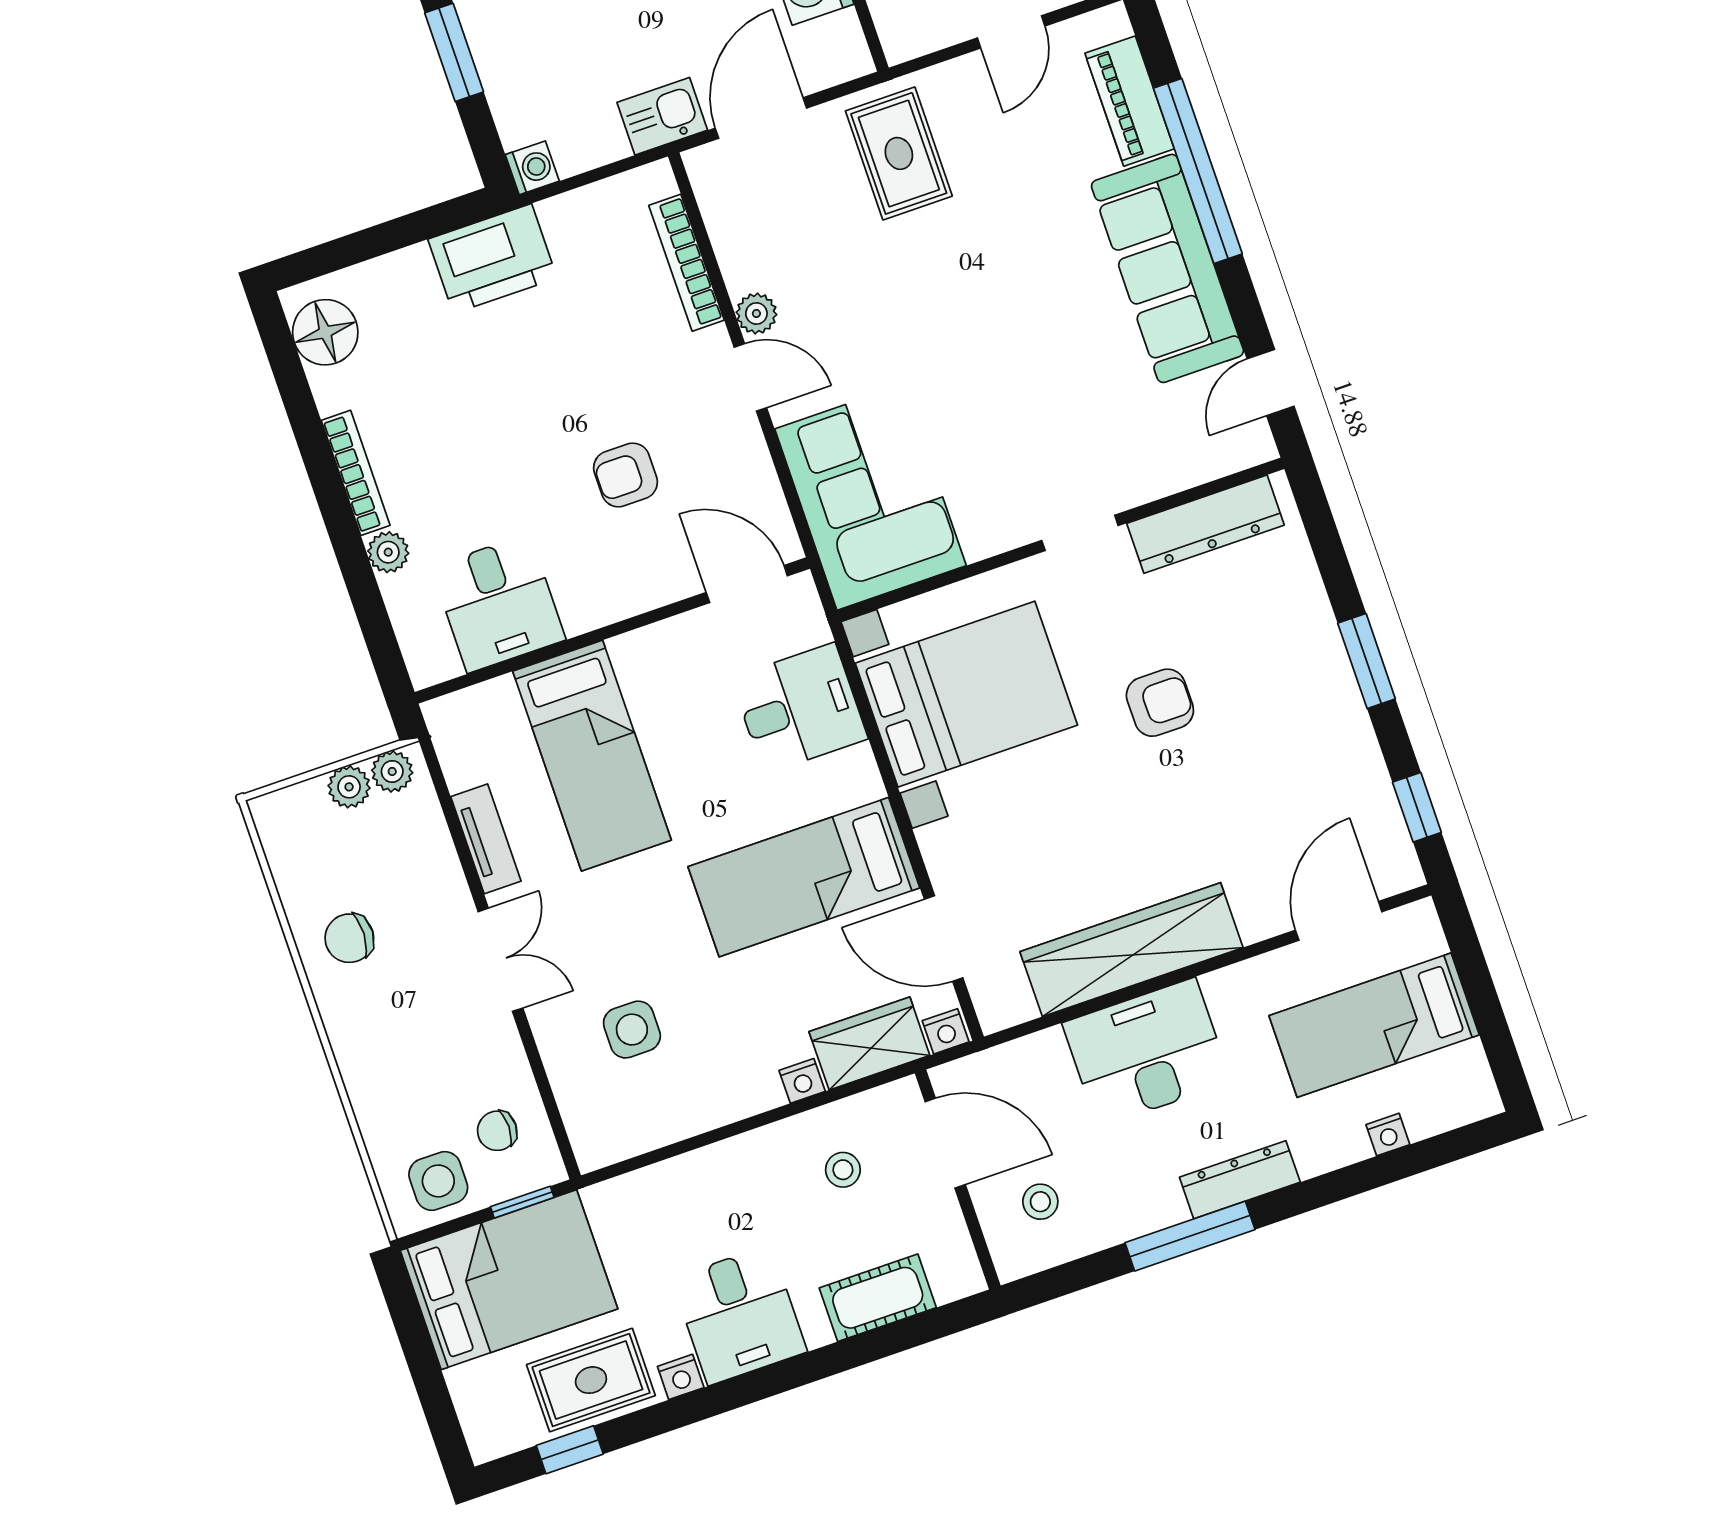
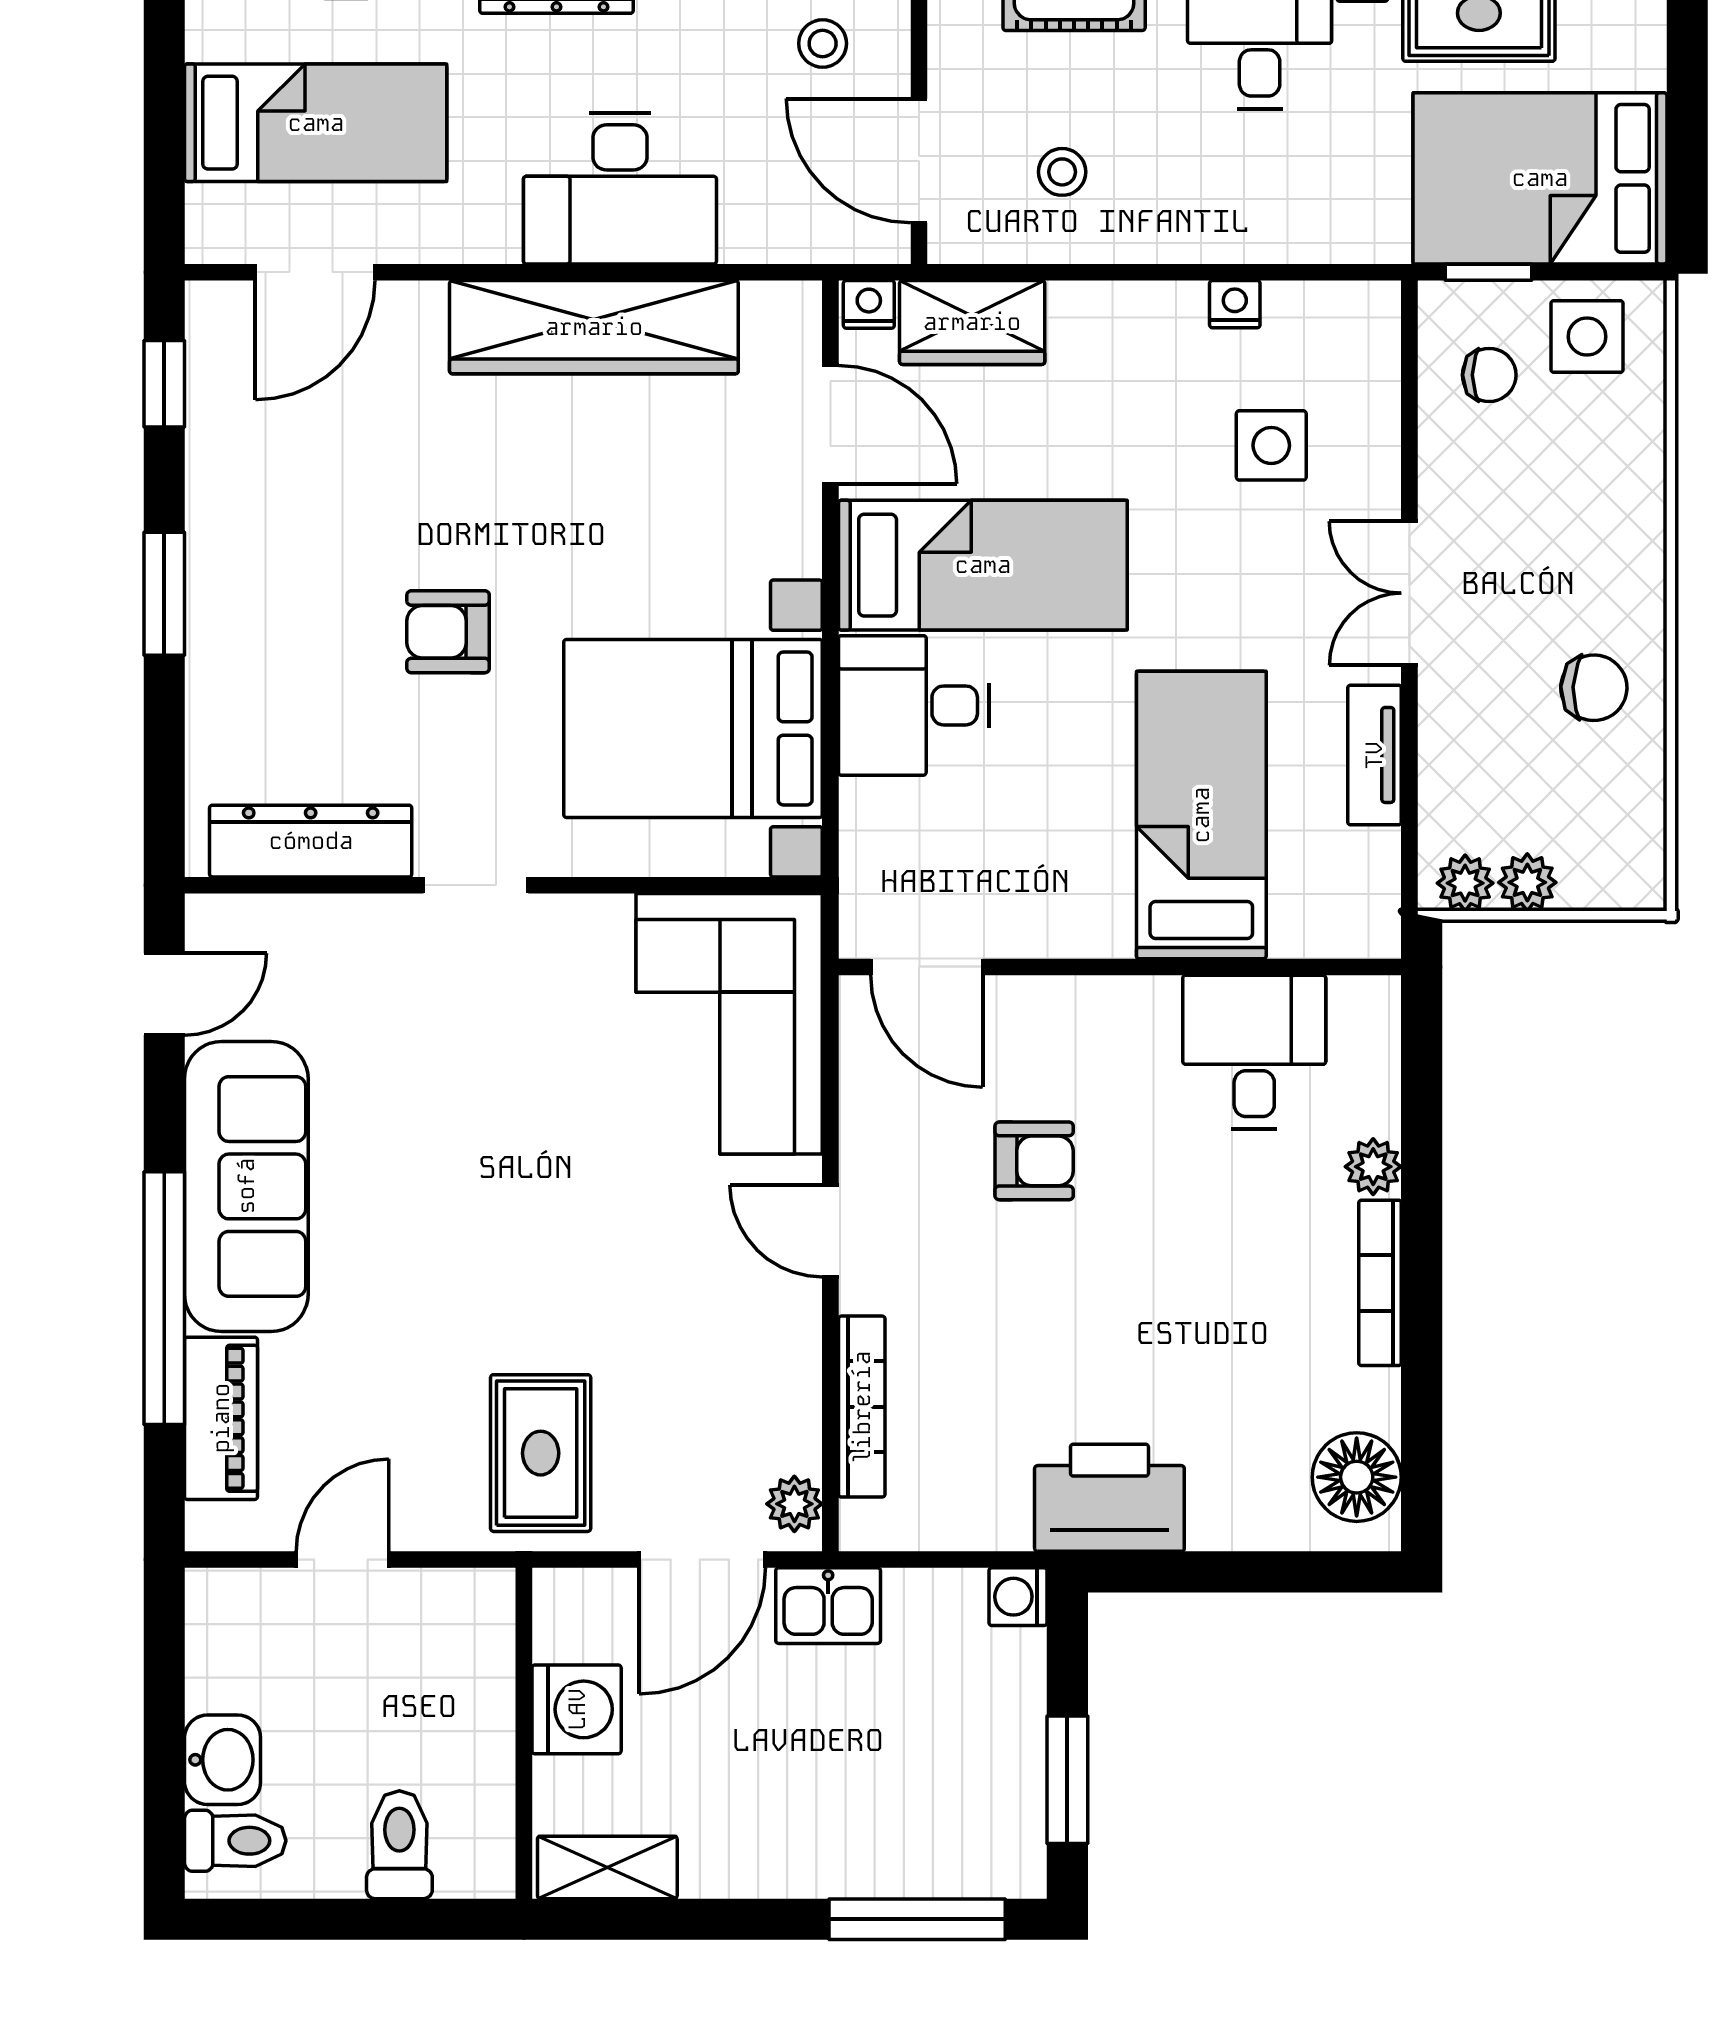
plant: (756, 313) -> (794, 1504), moved
desk: (799, 708) -> (914, 705), moved
nightstand: (802, 1081) -> (1235, 304), moved

